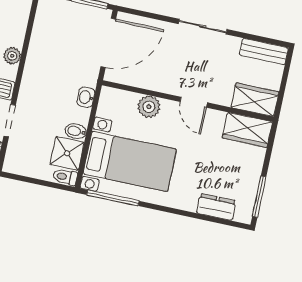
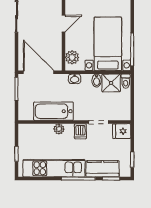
bathtub: (42, 53) -> (53, 111), added
door: (194, 102) -> (64, 24), moved
plant: (149, 107) -> (72, 57), moved

